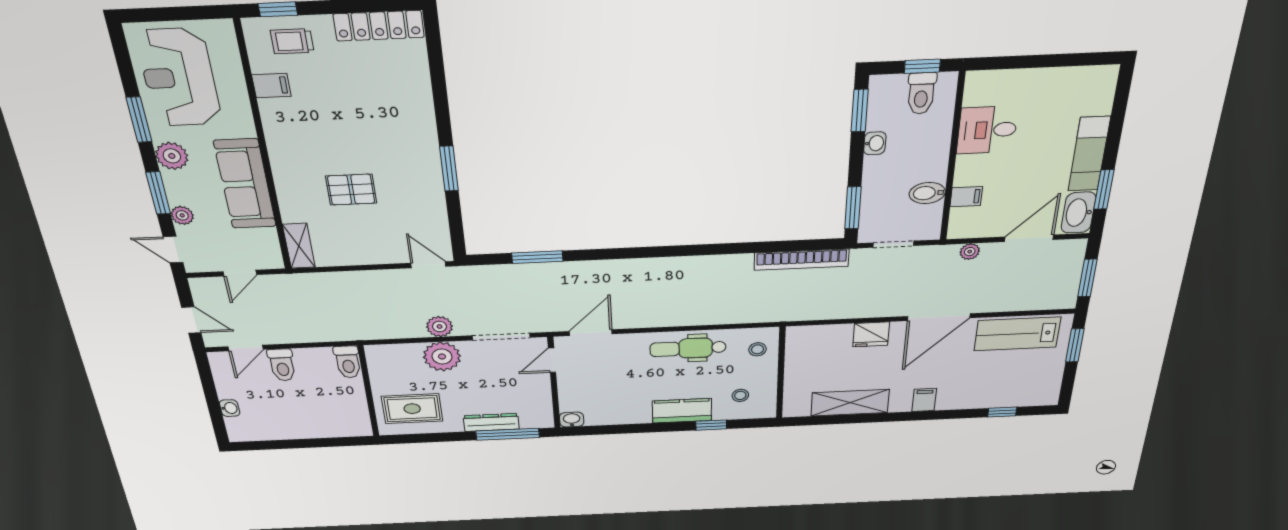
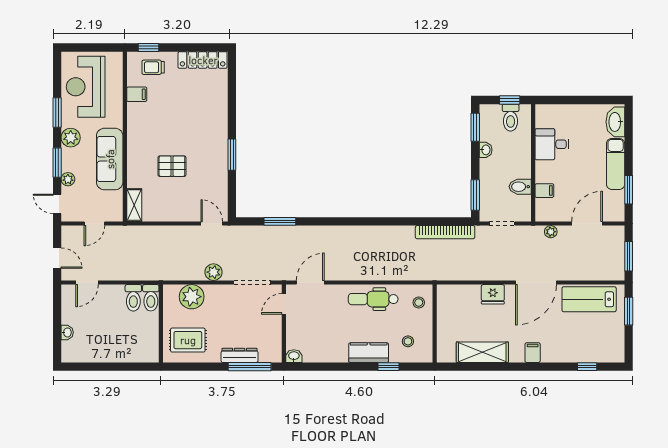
washbasin: (1078, 213) -> (615, 122), moved
plant: (442, 357) -> (192, 297), moved
toilet: (282, 365) -> (133, 298), moved

